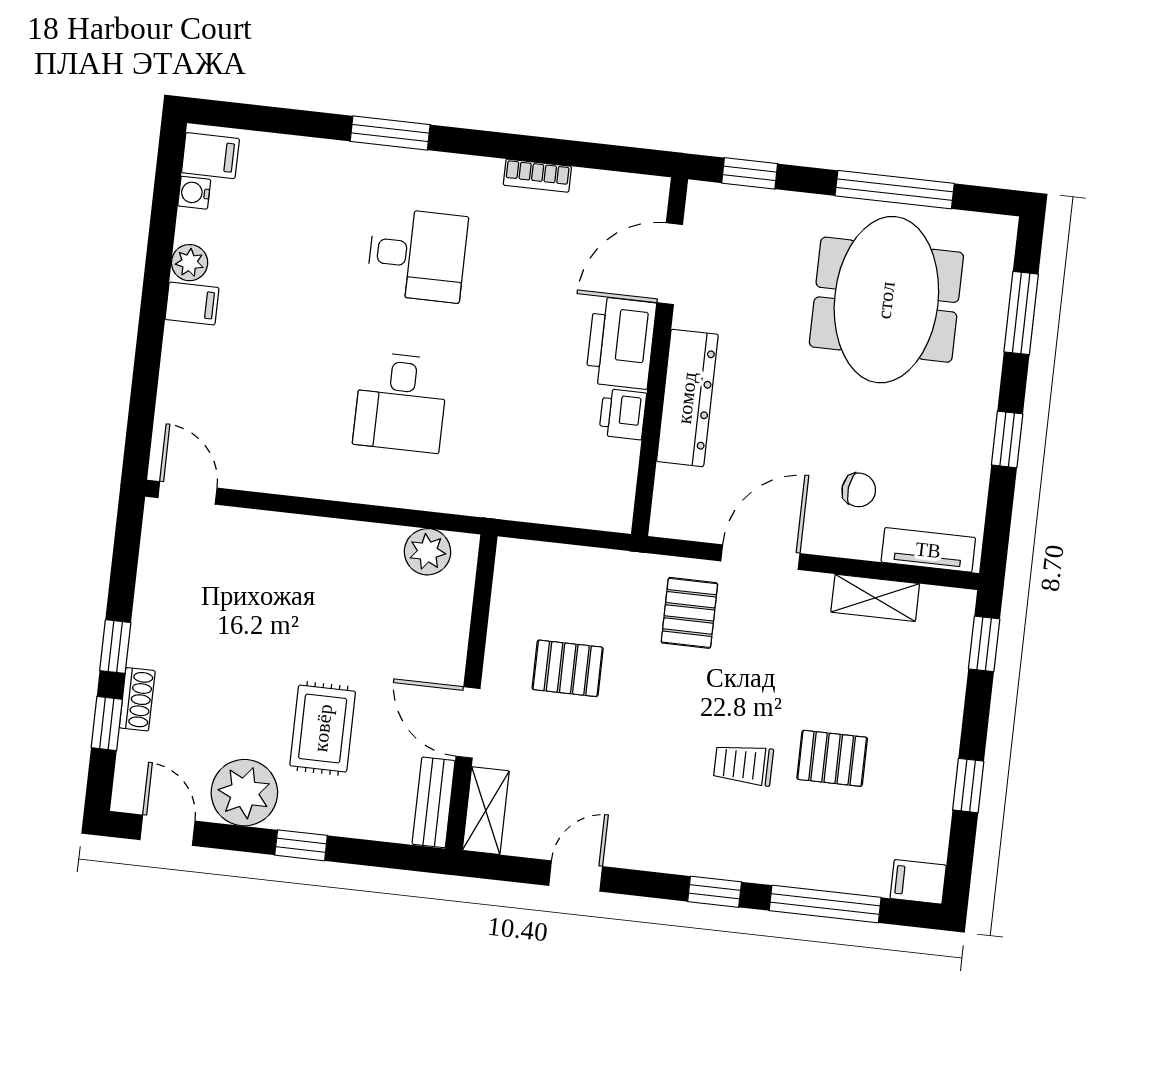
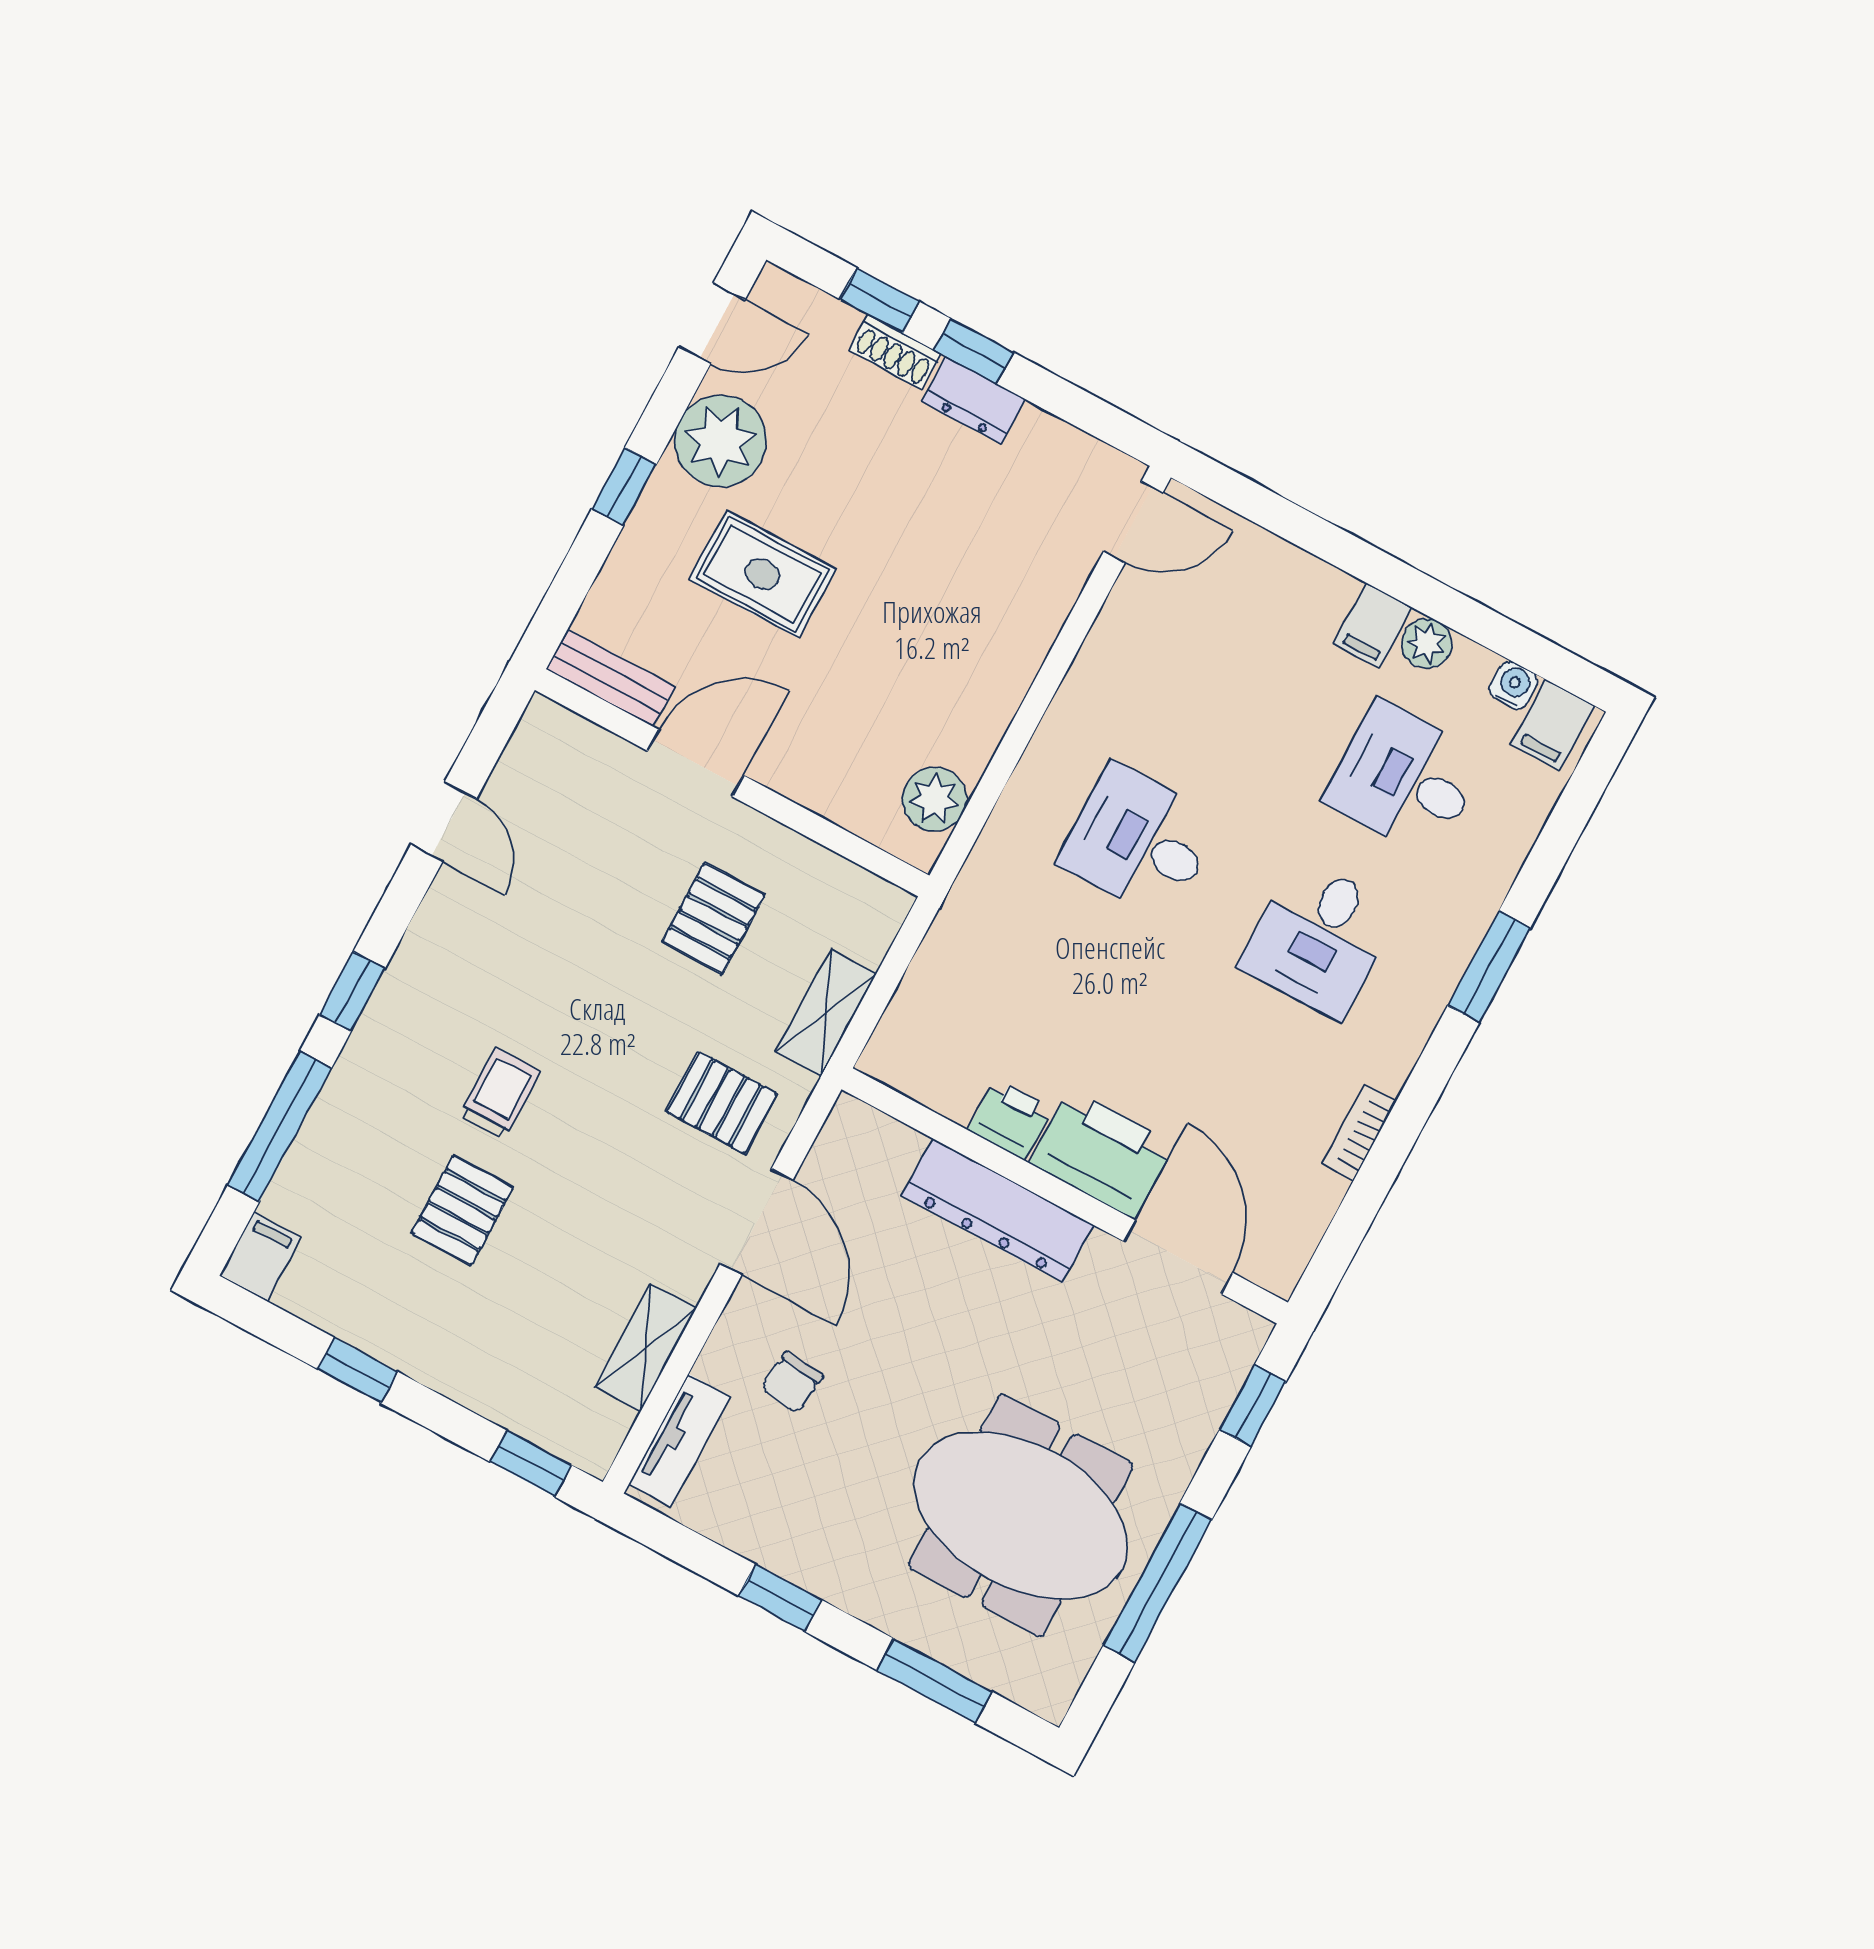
desk: (287, 240) -> (1405, 779), added
dresser: (148, 633) -> (974, 400), added
shelving: (486, 811) -> (826, 1012), moved, turned 90

